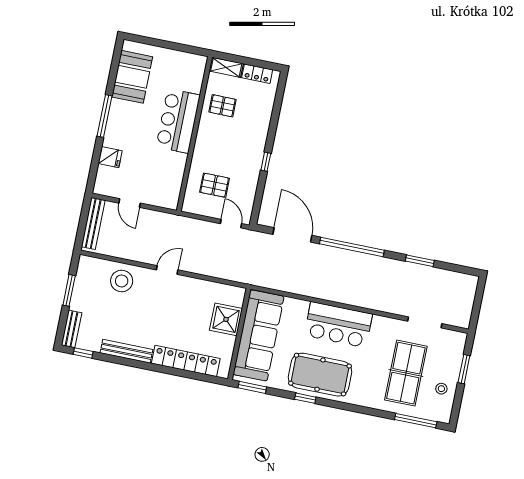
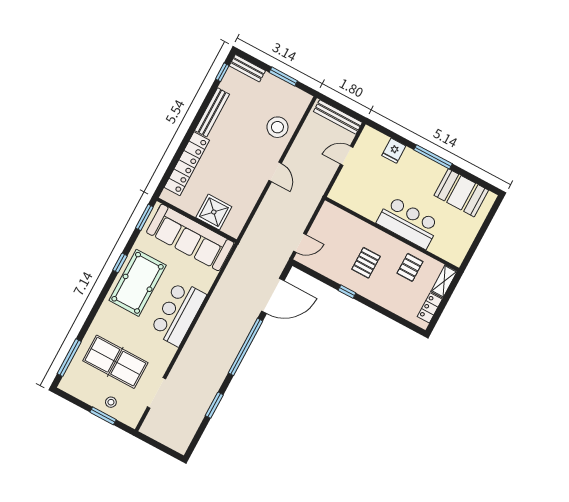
pallet: (215, 185) -> (366, 263), moved
stool: (441, 389) -> (111, 402), moved

